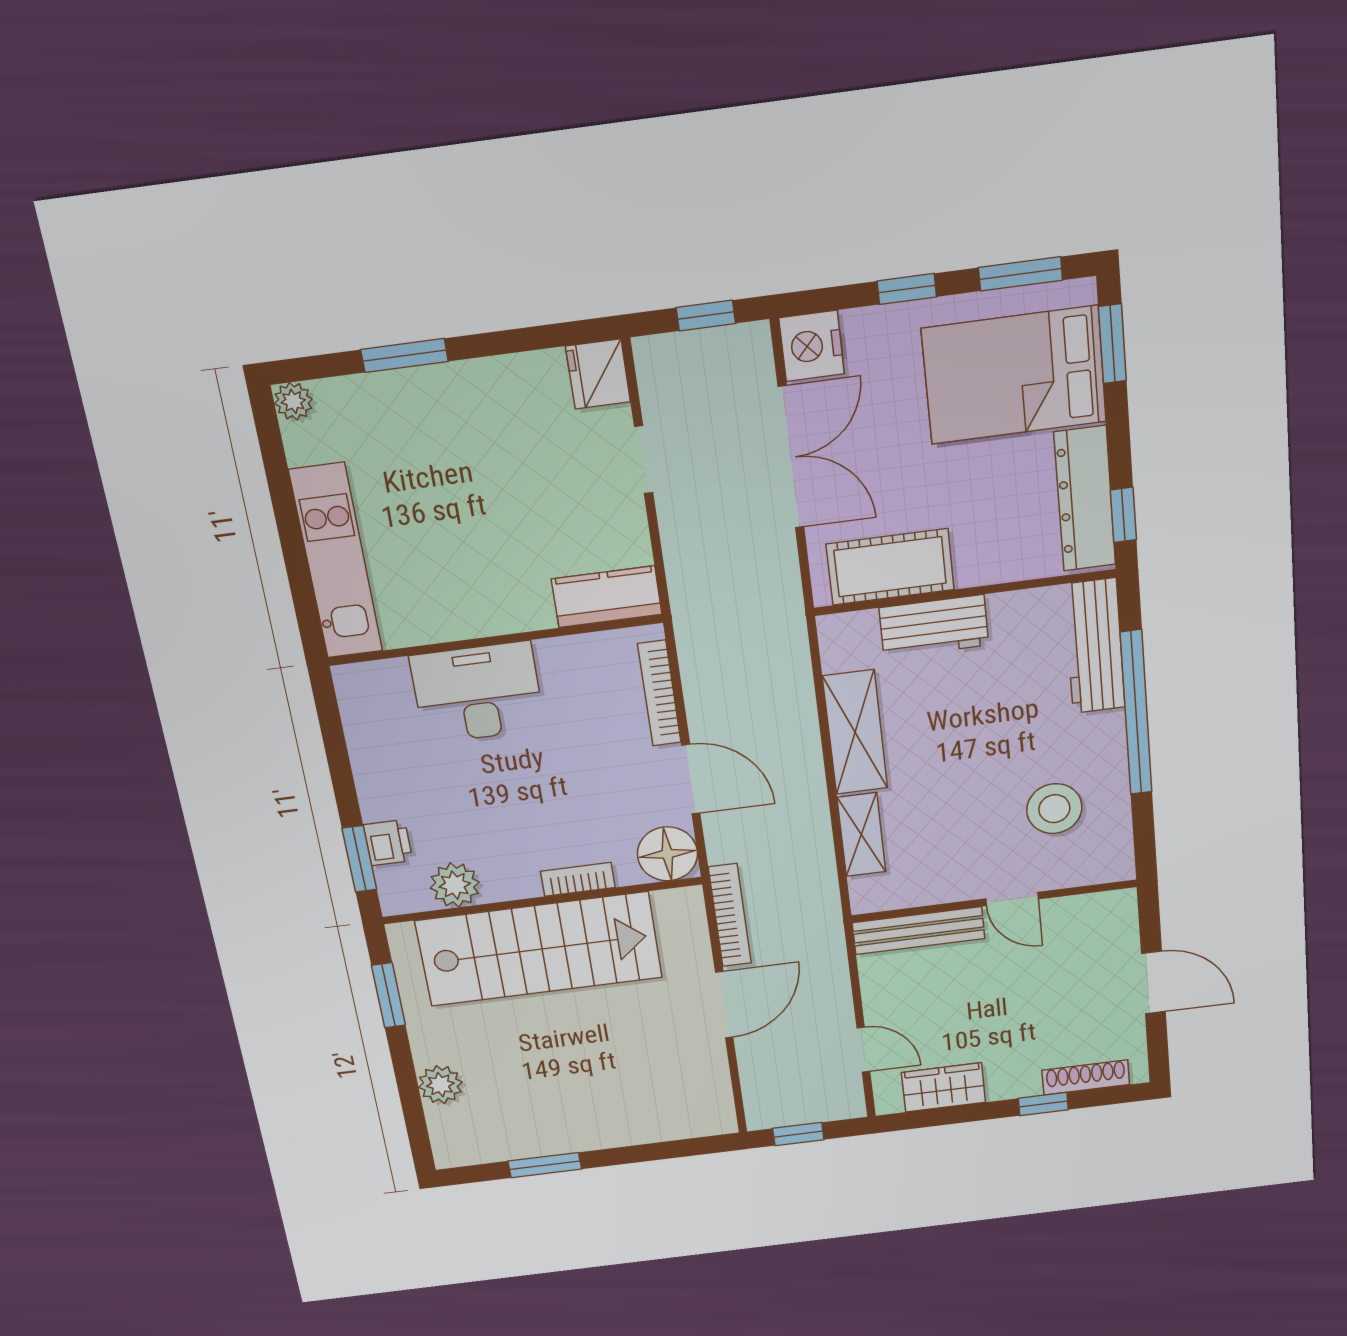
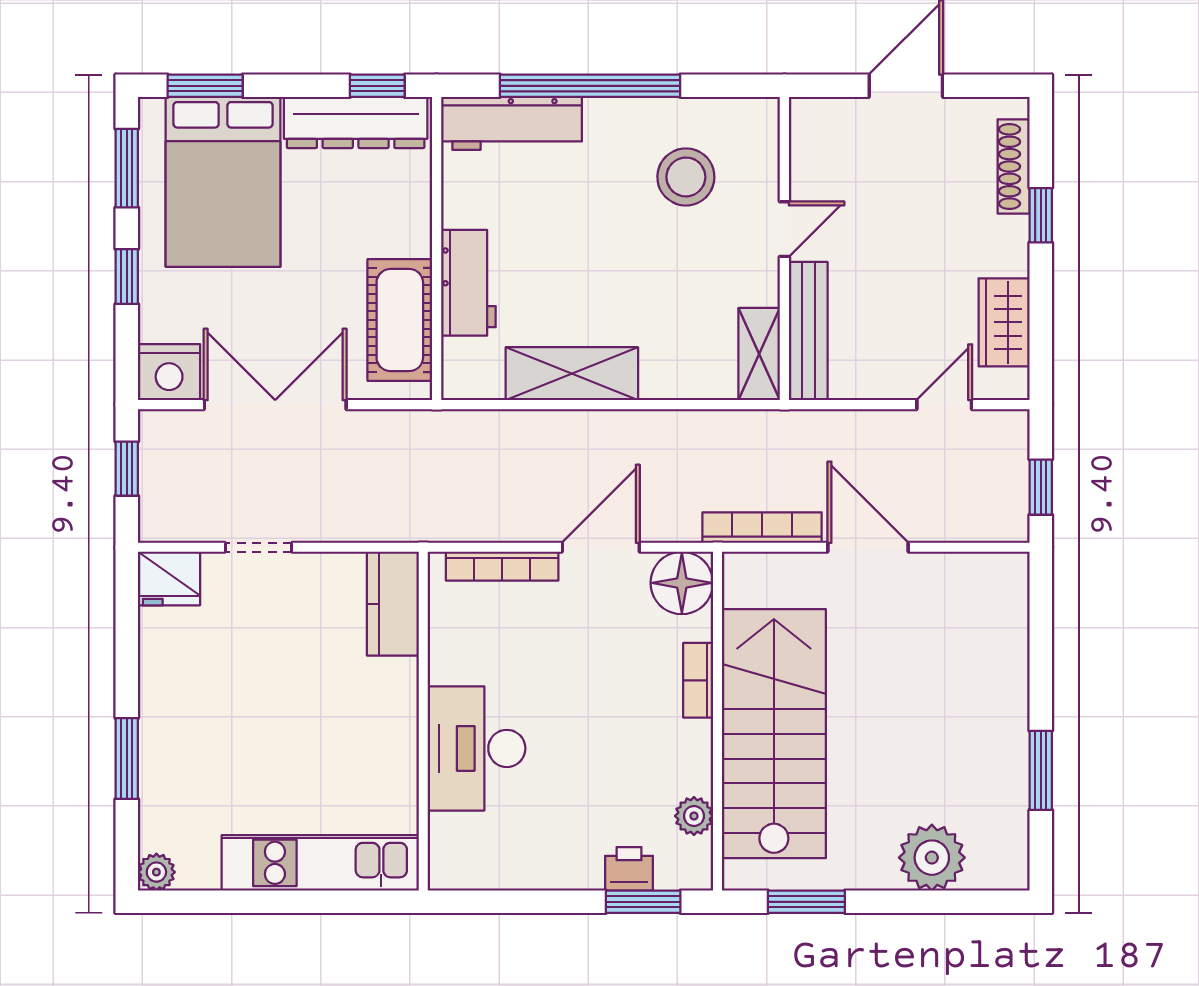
shelving: (861, 835) -> (759, 354), moved, turned 90
plant: (455, 885) -> (694, 816), width x0.73, depth x0.73
plant: (440, 1085) -> (932, 858), width x1.36, depth x1.36

